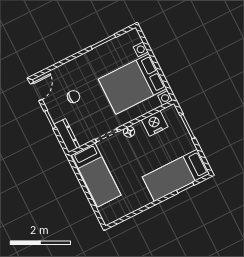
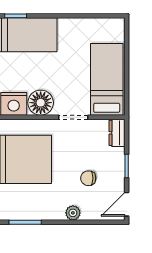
plant: (72, 66) -> (73, 213), added
floor lamp: (129, 132) -> (41, 103), width x1.89, depth x1.89
dresser: (67, 136) -> (117, 133), width x0.70

